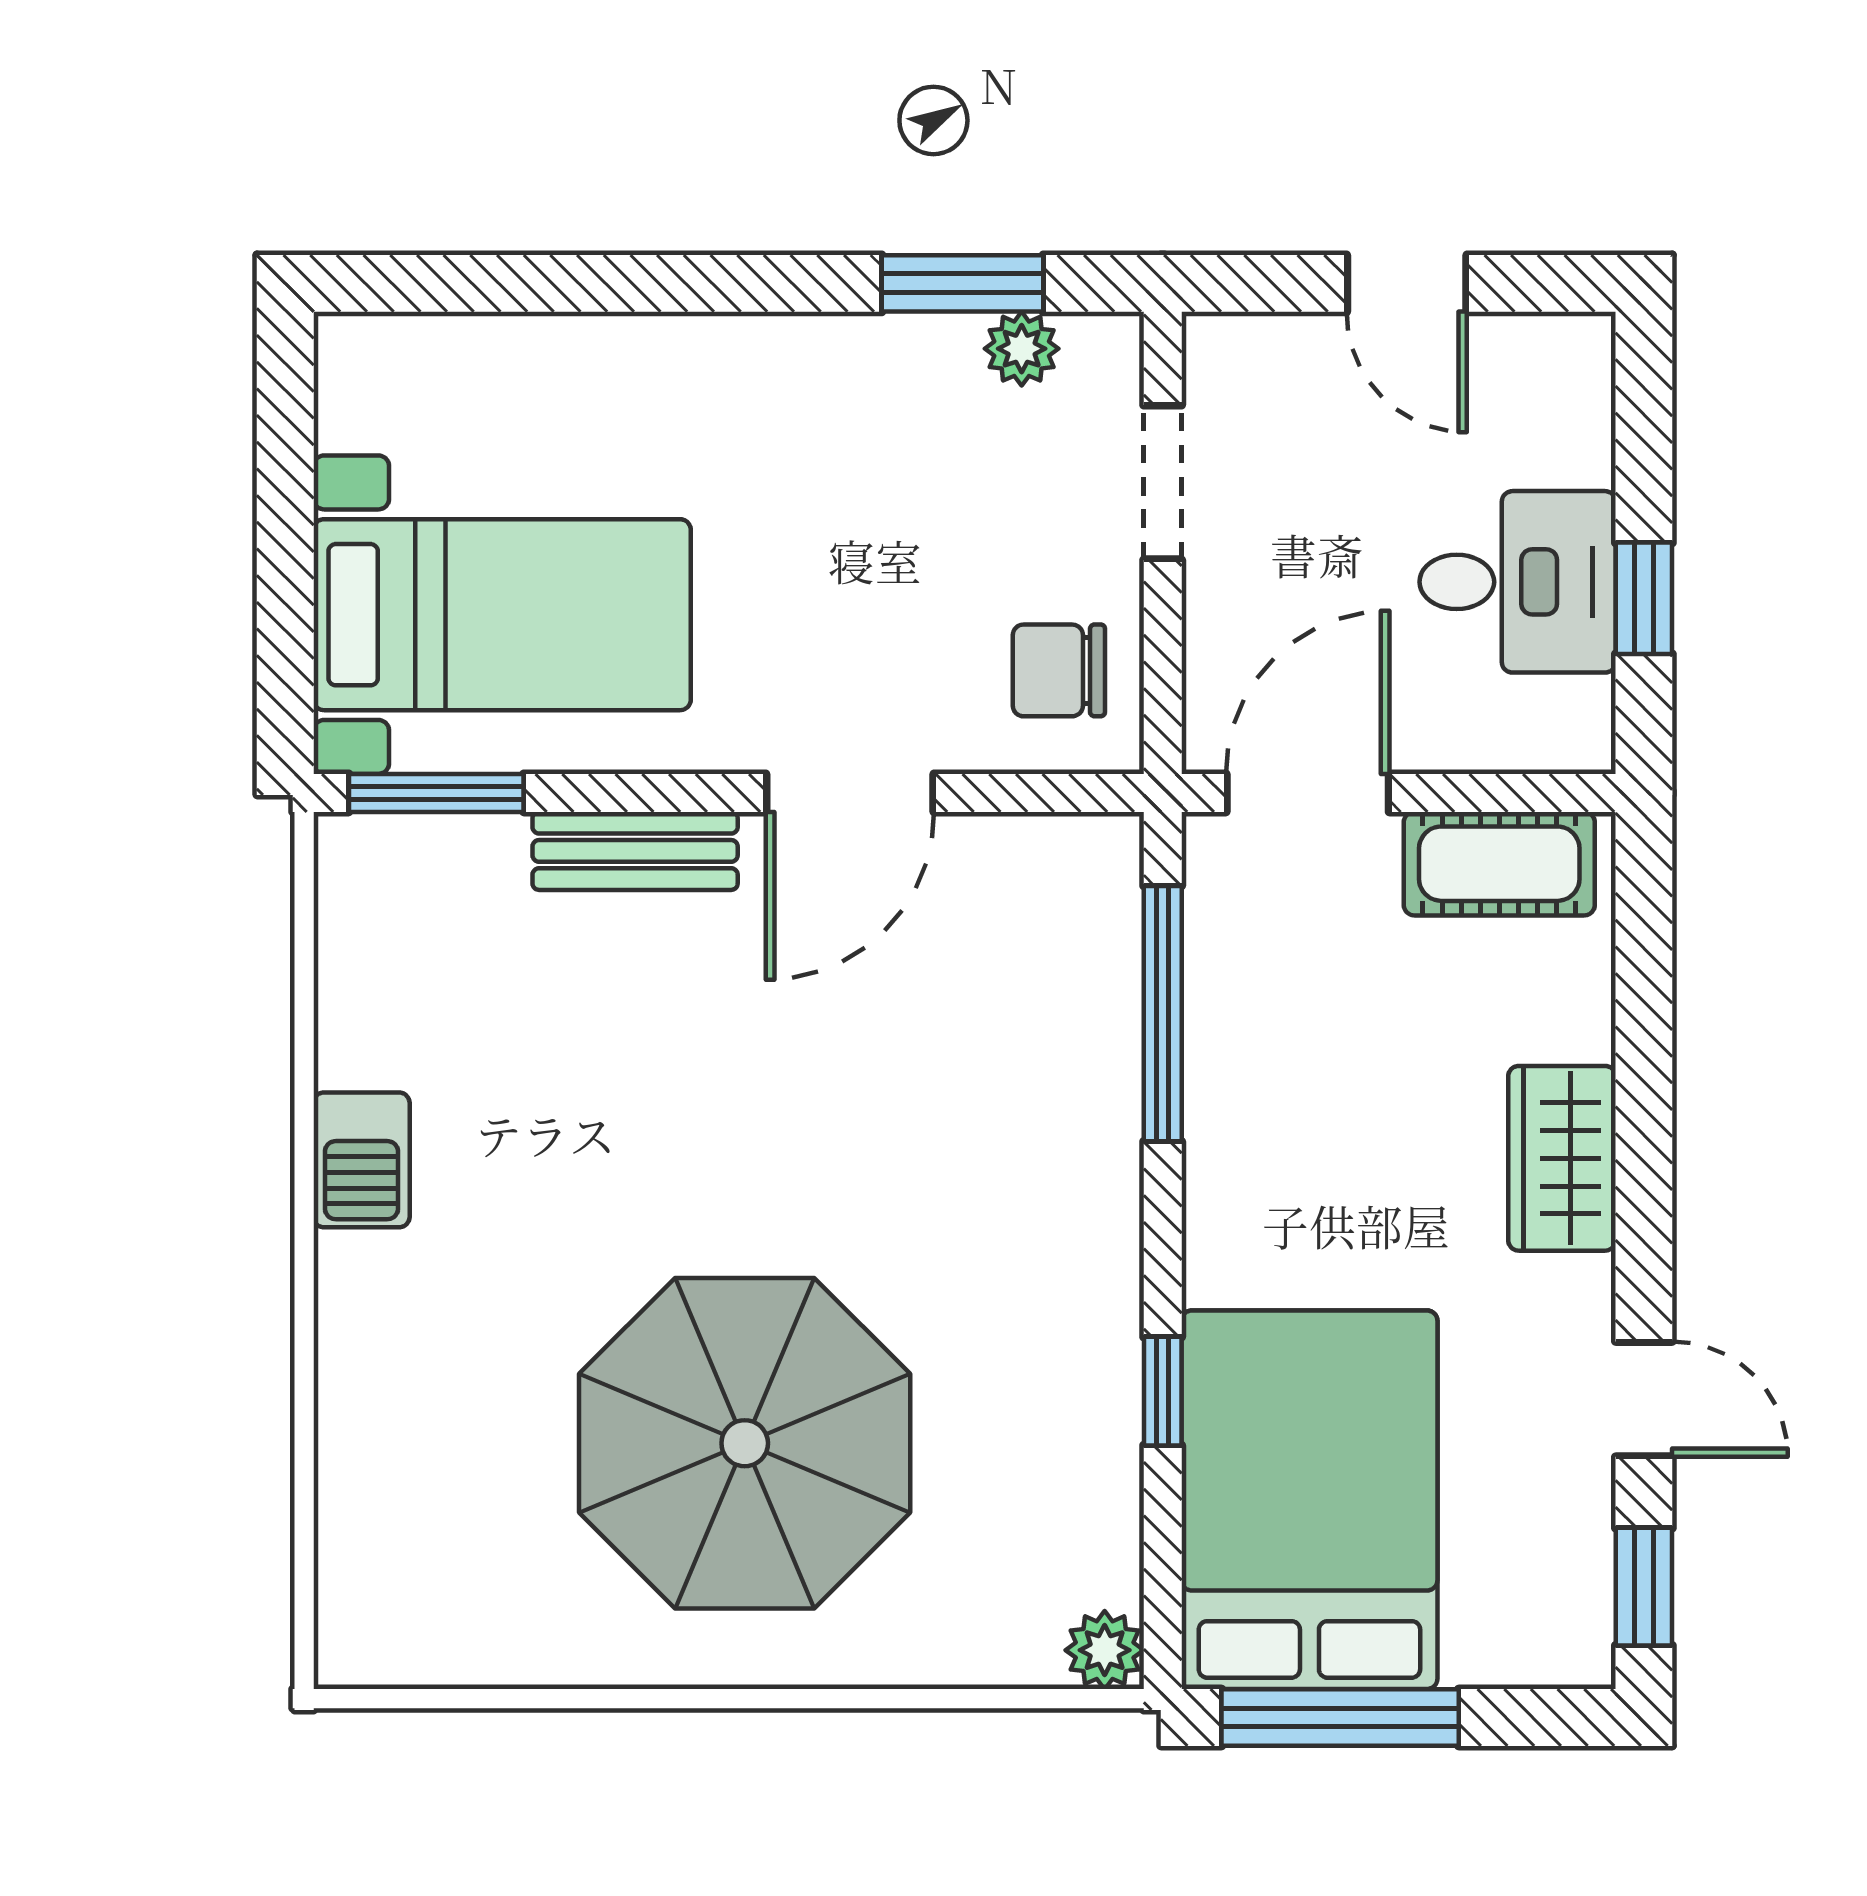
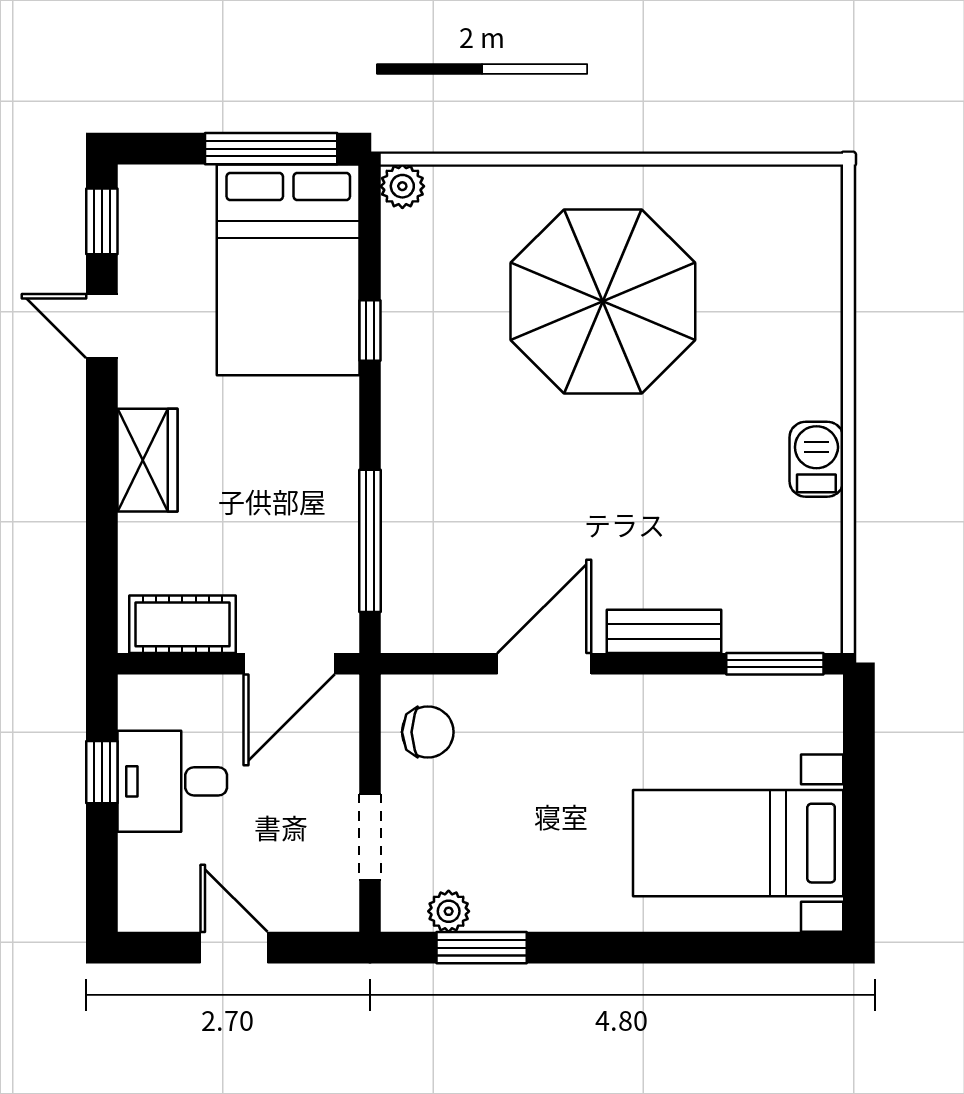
bed with nightstands: (502, 615) -> (738, 843), moved

